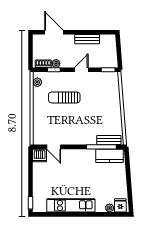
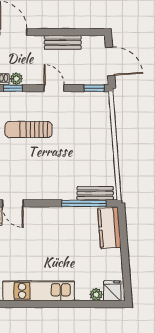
door: (119, 52) -> (110, 62), added
door: (81, 70) -> (54, 88), hinge flipped
kitchen counter: (110, 156) -> (109, 228), moved, turned 86

